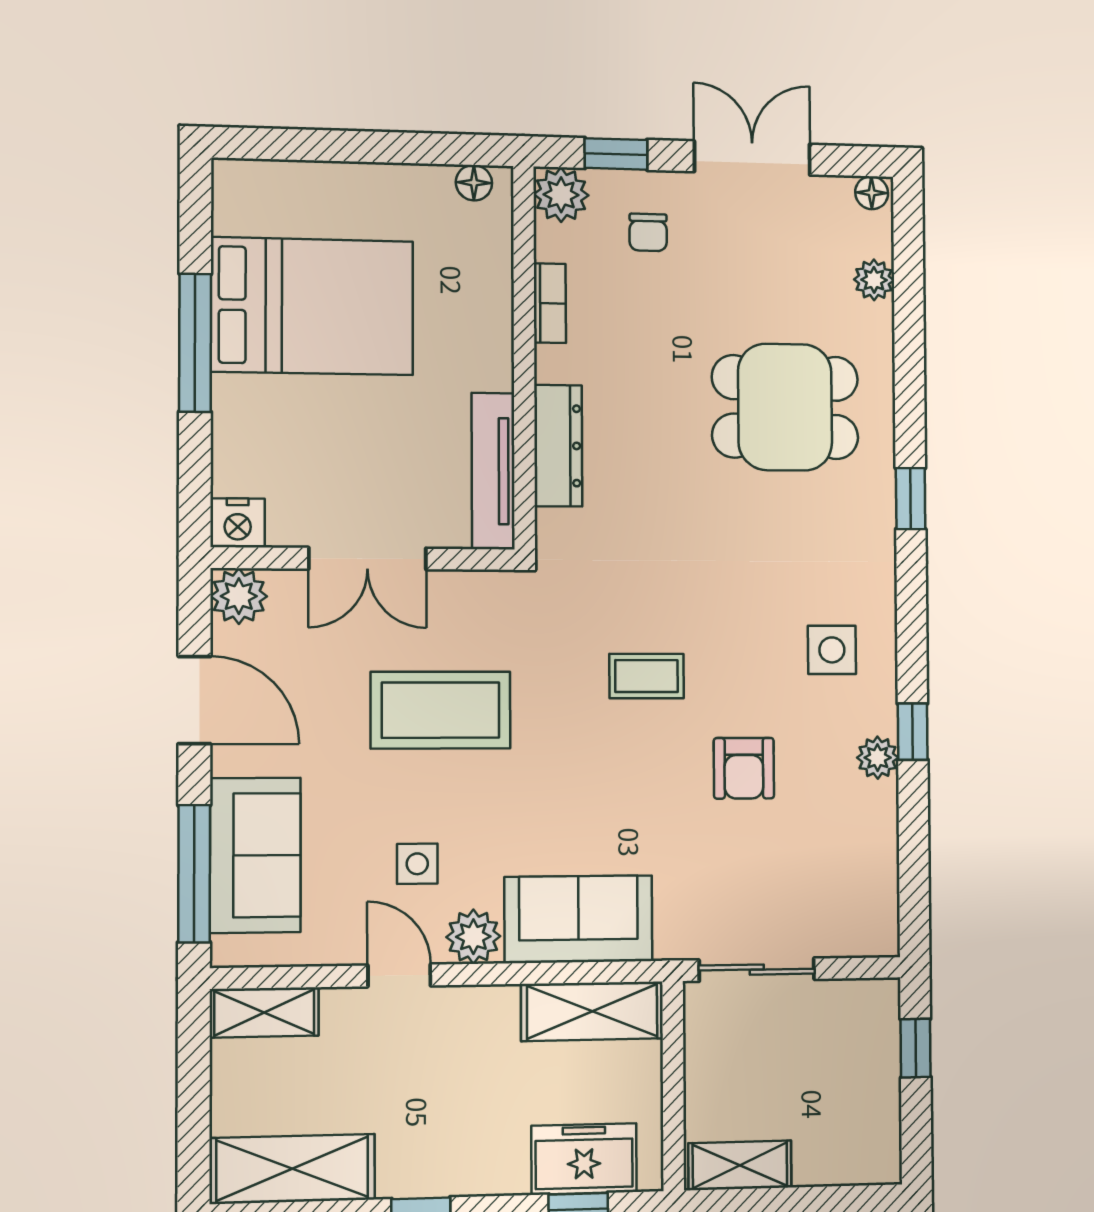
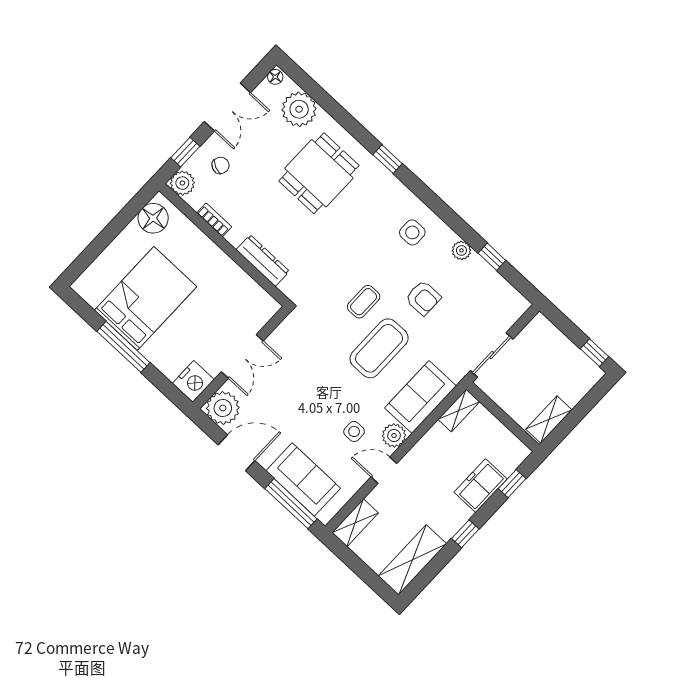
double door: (752, 158) -> (227, 107), swing flipped
floor lamp: (474, 183) -> (153, 218), width x1.89, depth x1.89
chair: (648, 232) -> (220, 165), turned -66
plant: (874, 280) -> (299, 109), width x1.88, depth x1.88
tv unit: (493, 471) -> (251, 290), removed
nightstand: (238, 523) -> (193, 381), width x1.36, depth x1.33
plant: (239, 596) -> (223, 408), width x1.36, depth x1.36
coffee table: (441, 710) -> (379, 348), moved
window: (913, 732) -> (492, 257), moved
shelving: (592, 1011) -> (459, 410), width x0.67, depth x0.75
window: (916, 1048) -> (594, 353), moved
freezer: (584, 1159) -> (481, 486), moved

